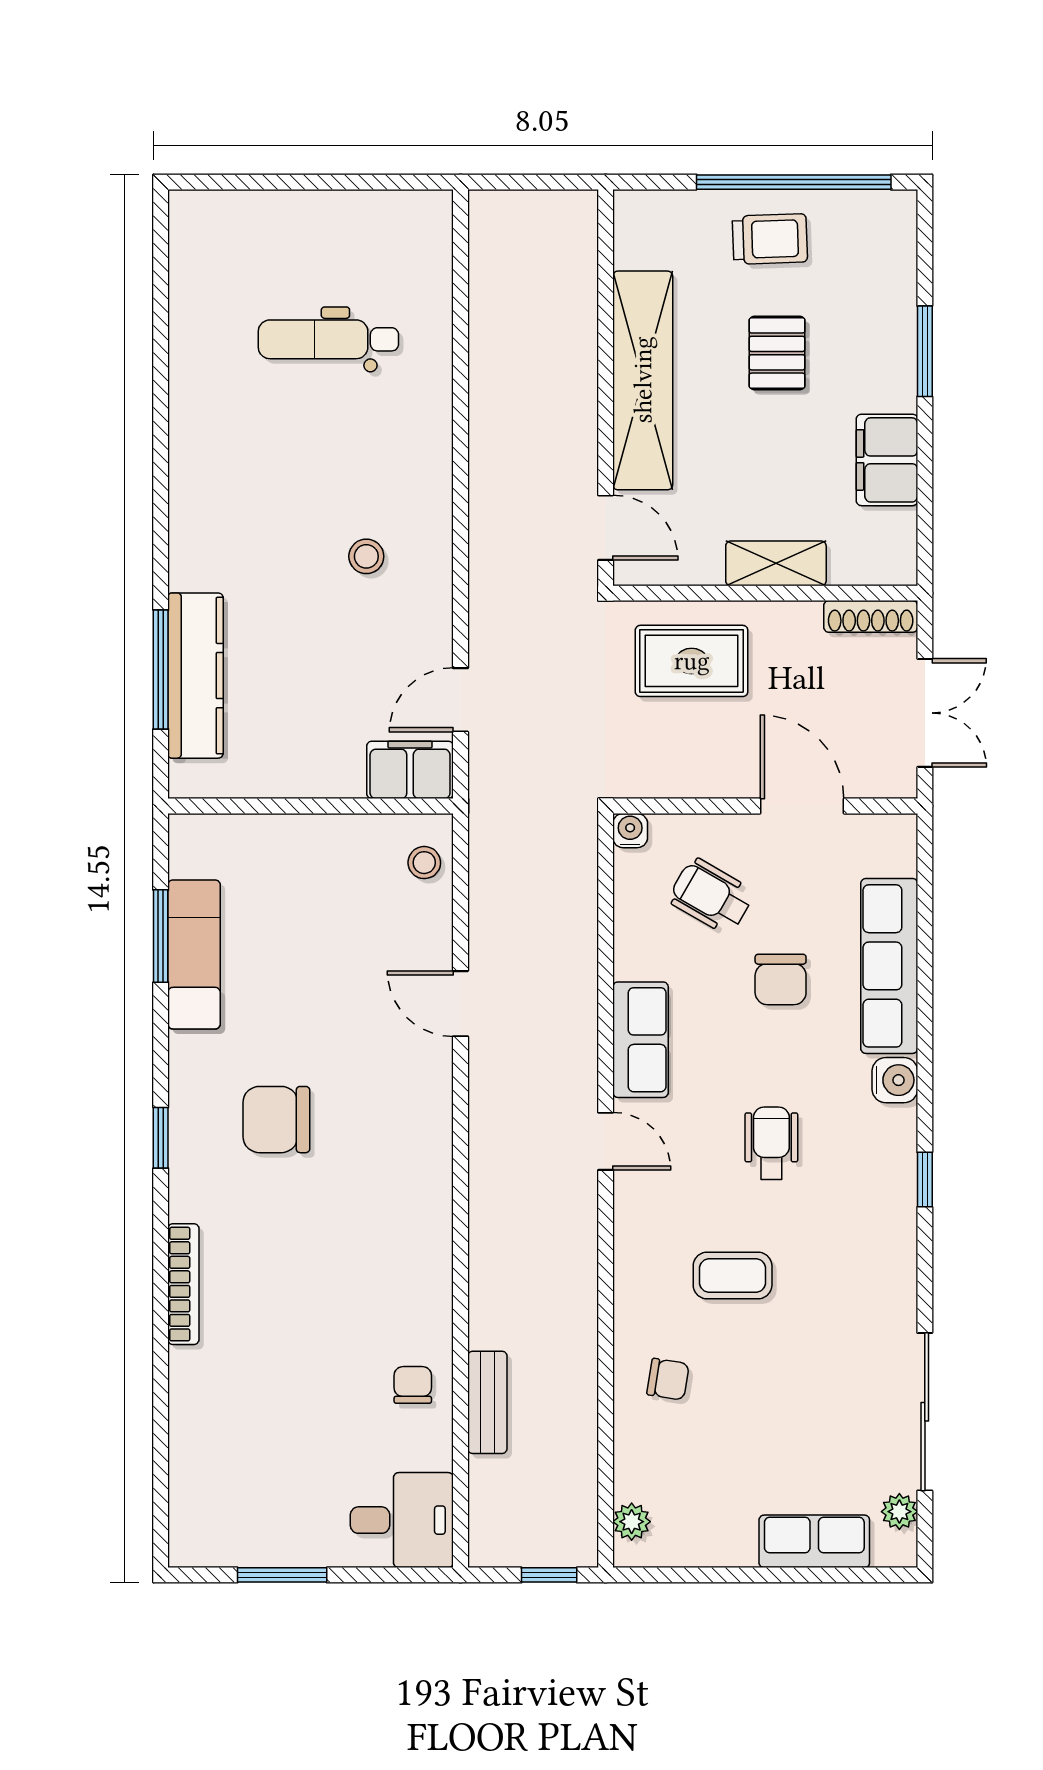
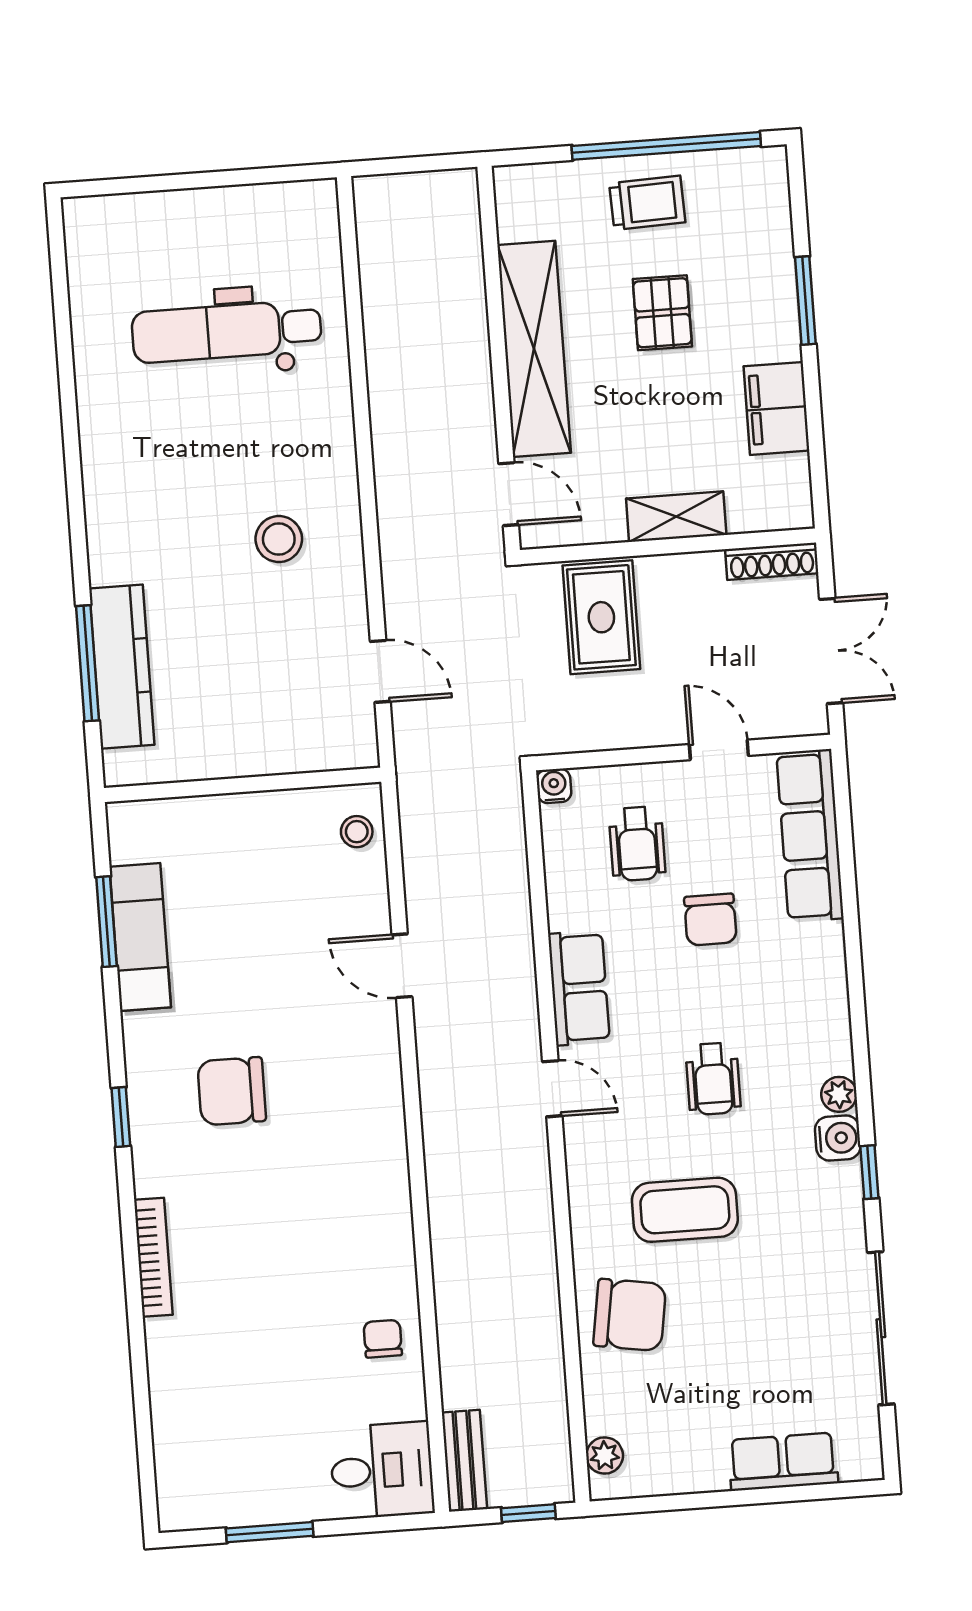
dental chair: (328, 339) -> (227, 331), width x1.36, depth x1.38
stool: (366, 556) -> (279, 539), width x1.37, depth x1.37
rug: (692, 661) -> (601, 617), turned 90
door: (461, 700) -> (380, 671), swing flipped
filing cabinet: (410, 770) -> (336, 743), removed
door: (802, 806) -> (719, 750), width x0.73
wheelchair: (711, 896) -> (637, 844), turned -120
row of seats: (889, 966) -> (810, 836), moved
water cooler: (895, 1080) -> (838, 1138), moved
wheelchair: (771, 1143) -> (713, 1079), turned 180
window: (925, 1180) -> (869, 1172), moved
coffee table: (733, 1276) -> (685, 1210), width x1.36, depth x1.30
chair: (668, 1379) -> (630, 1315), width x1.87, depth x1.87
bench: (487, 1402) -> (464, 1461), moved
plant: (899, 1512) -> (839, 1094), moved

